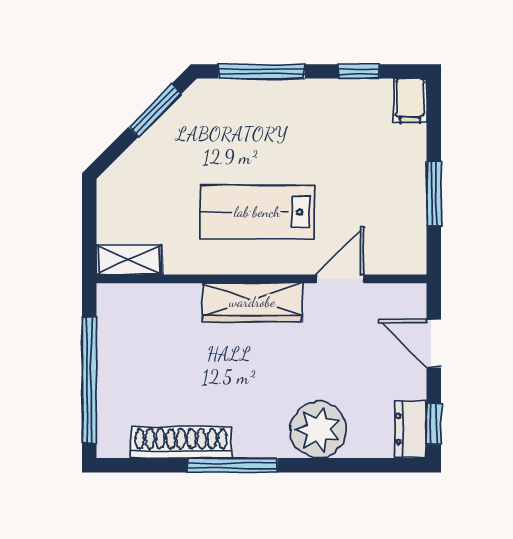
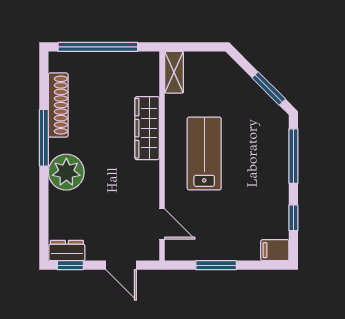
door: (340, 279) -> (162, 224), moved
wardrobe: (252, 302) -> (147, 128), moved
door: (434, 343) -> (121, 265), swing flipped
plant: (318, 430) -> (66, 172), moved

